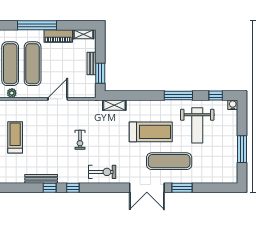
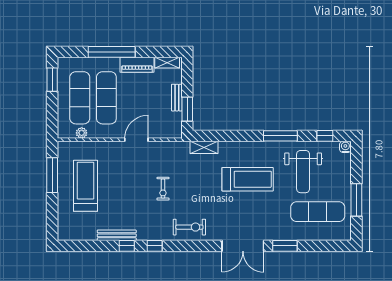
treadmill: (15, 137) -> (86, 186), width x1.37, depth x1.37
exercise mat: (169, 161) -> (318, 212), moved

